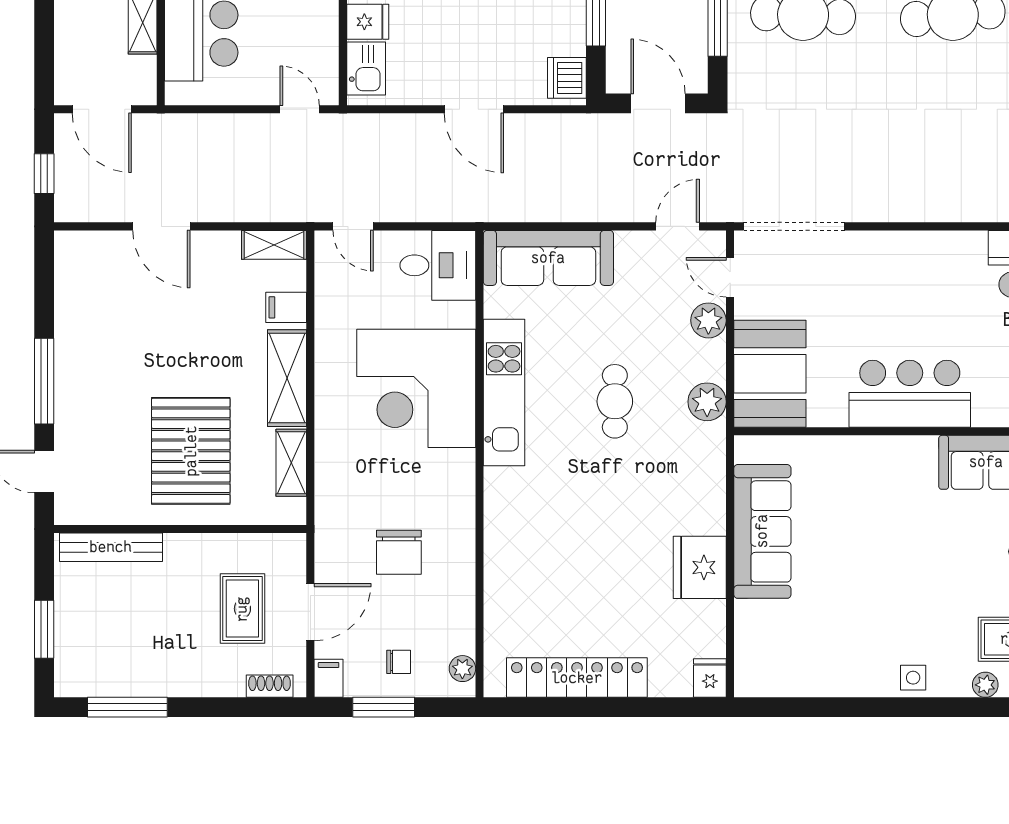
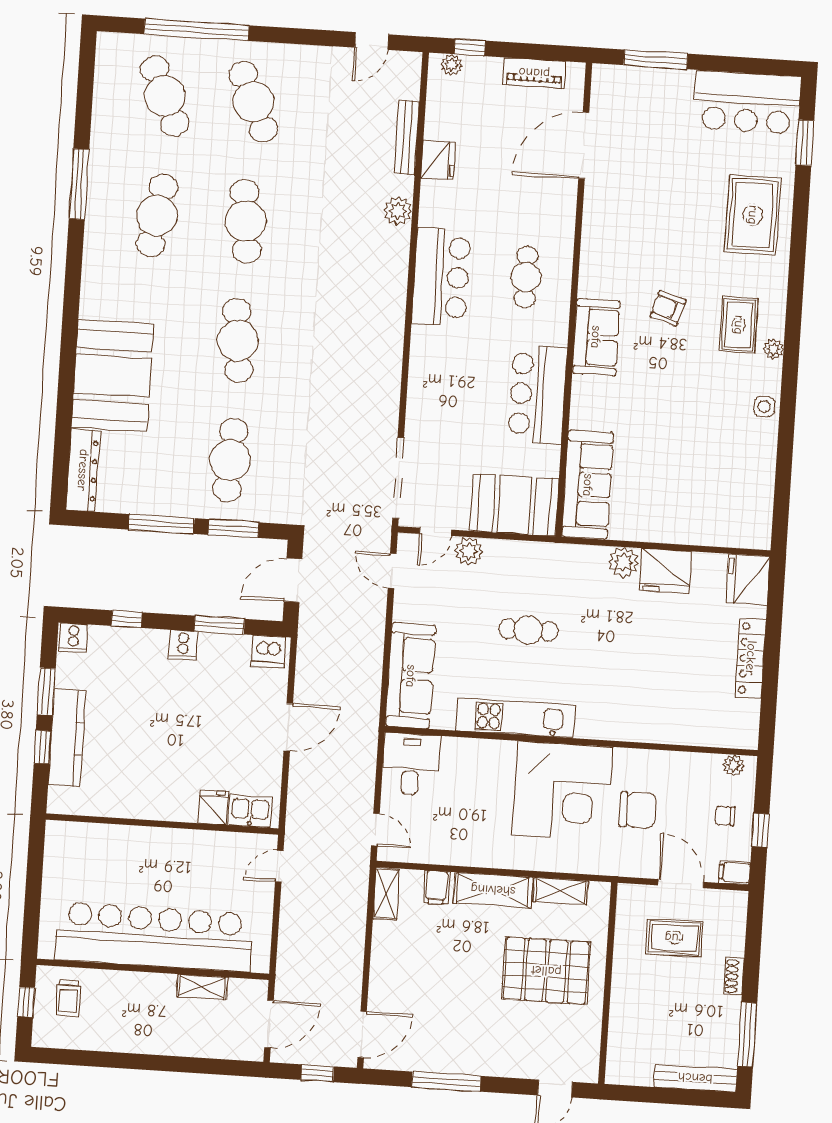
door: (161, 226) -> (362, 1034), moved
door: (353, 226) -> (375, 830), hinge flipped
window: (44, 381) -> (446, 1082), moved
corner desk: (416, 388) -> (562, 791), moved
plant: (707, 402) -> (623, 562), moved
sofa: (762, 531) -> (588, 485), moved, turned 90
bench: (111, 547) -> (695, 1078), moved, turned 90
window: (44, 629) -> (681, 1097), removed
chair: (399, 662) -> (725, 816), turned -90
locker: (577, 678) -> (751, 658), width x0.71, depth x0.83
fridge: (710, 678) -> (748, 580), width x1.88, depth x1.34
shoe rack: (270, 686) -> (734, 976), moved
window: (384, 707) -> (760, 830), width x0.67

